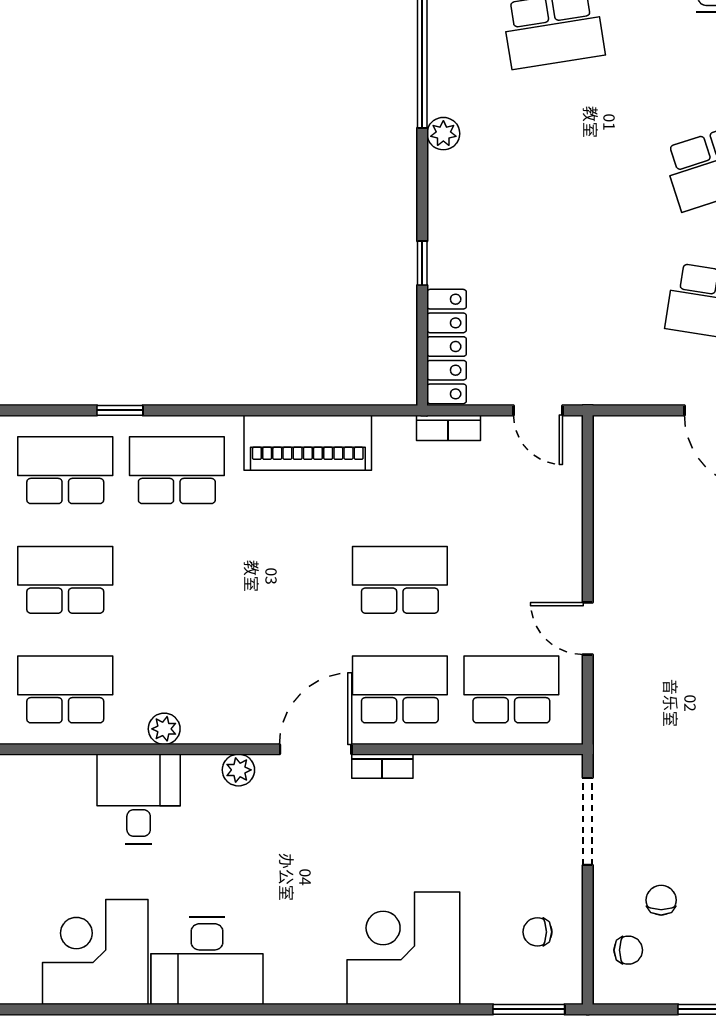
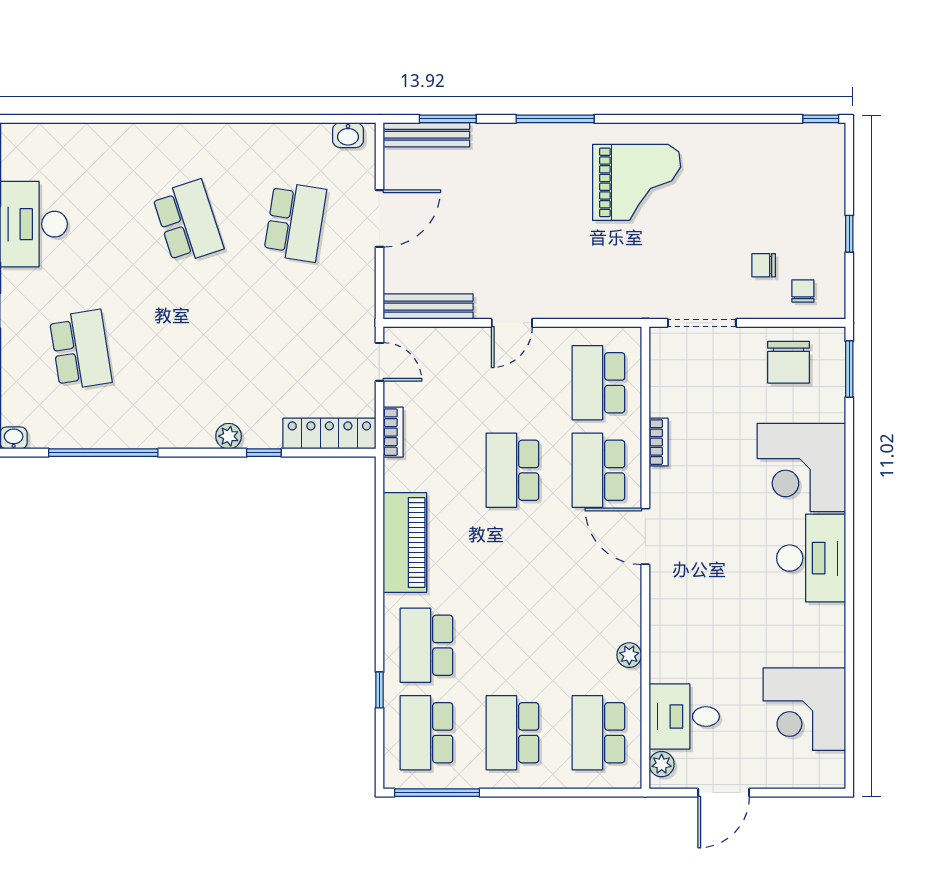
plant: (443, 134) -> (229, 436), moved
door: (538, 410) -> (379, 362), hinge flipped
bench: (609, 473) -> (428, 307), added
door: (588, 628) -> (512, 323), moved
bookcase: (382, 766) -> (659, 442), moved
plant: (238, 770) -> (662, 764), moved
desk: (139, 799) -> (684, 716), moved
chair: (537, 932) -> (789, 362), width x1.87, depth x1.87
desk: (207, 961) -> (811, 558), moved

